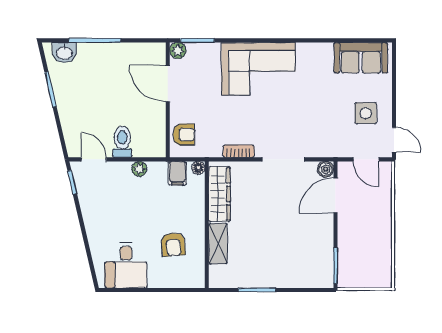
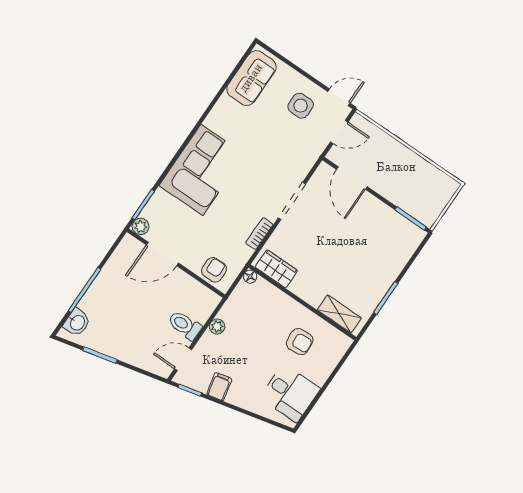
boiler: (326, 169) -> (324, 171), removed
filing cabinet: (177, 173) -> (219, 387), moved, turned -103
wardrobe: (219, 194) -> (276, 269), width x0.67
shelving: (218, 244) -> (339, 314), moved

